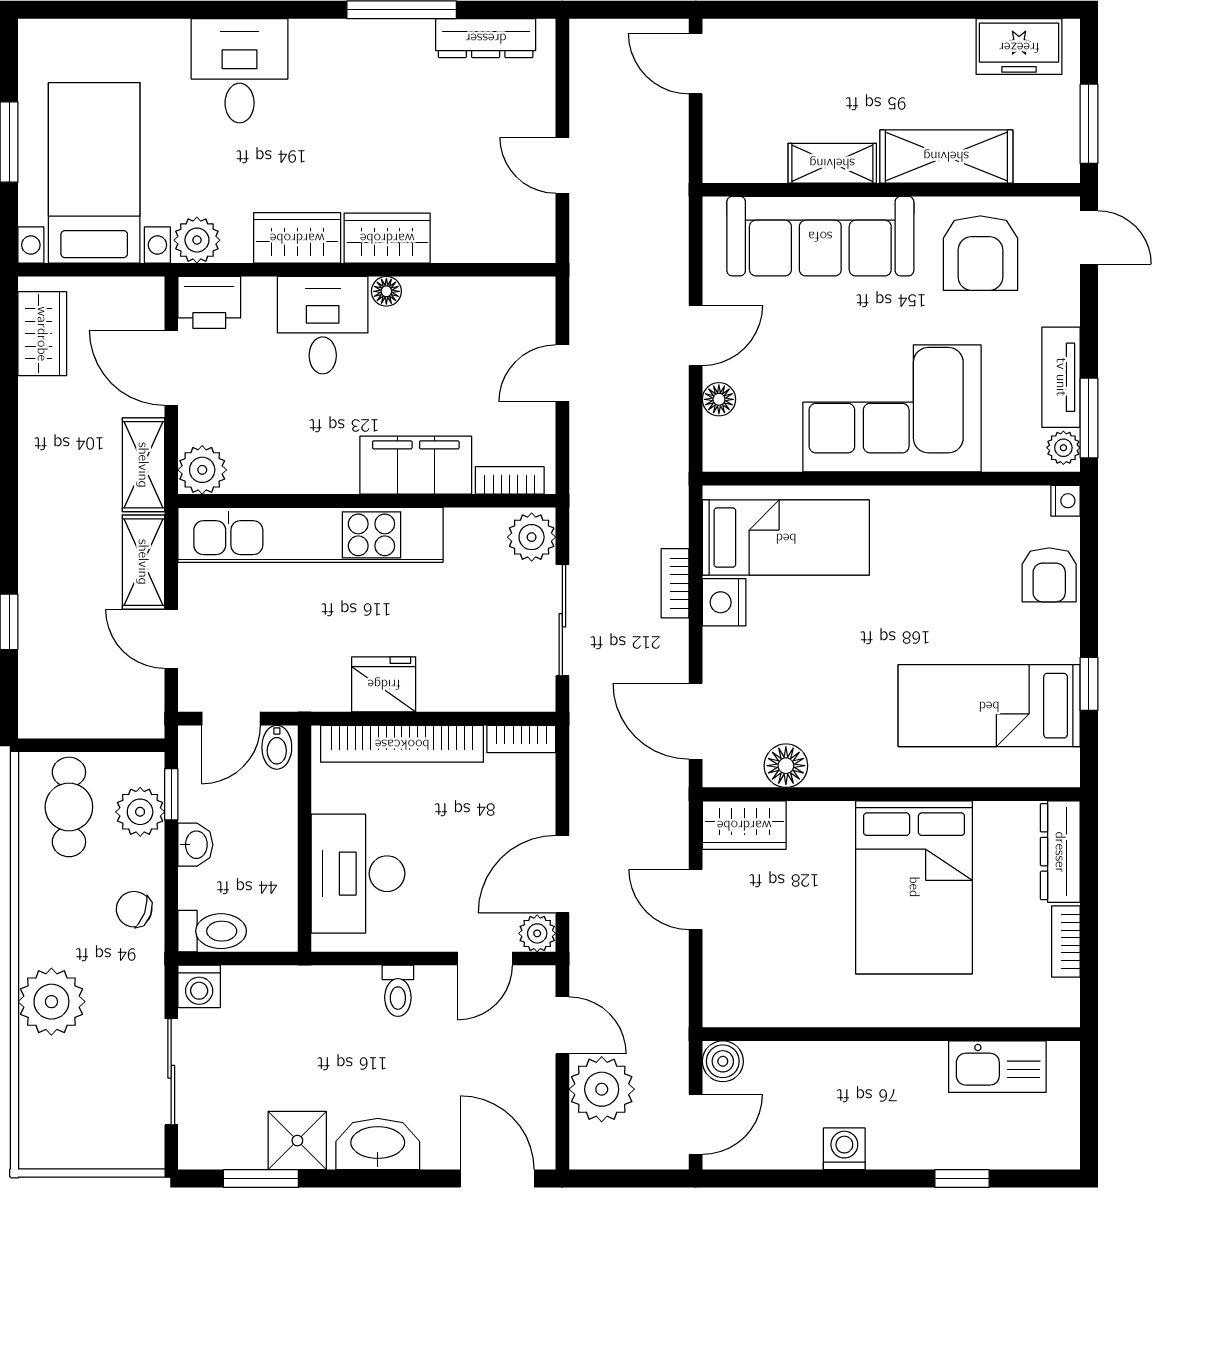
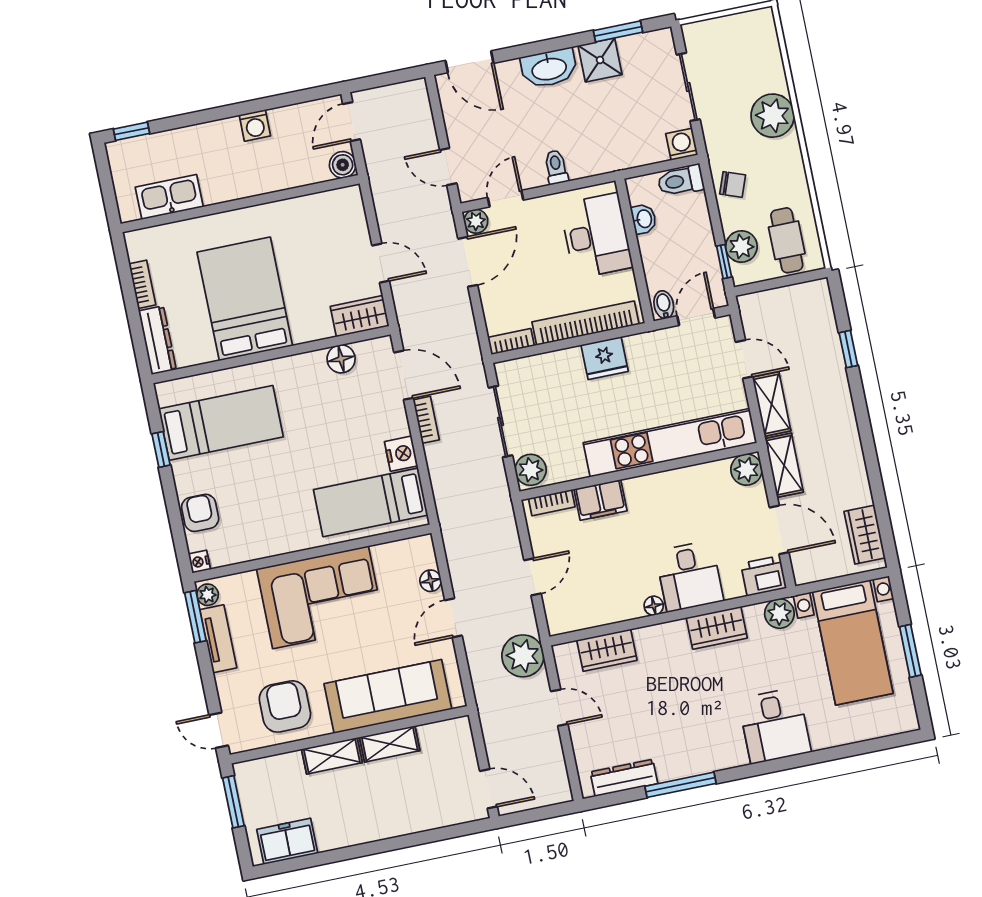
shelving: (946, 156) -> (332, 756), width x0.67, depth x0.75
wardrobe: (387, 238) -> (607, 650), moved
filing cabinet: (416, 465) -> (600, 500), width x0.67, depth x0.86
bookcase: (675, 583) -> (426, 420), moved
washbasin: (195, 845) -> (644, 219), moved, turned 180
plant: (602, 1089) -> (523, 656), moved
window: (962, 1179) -> (131, 131), moved

